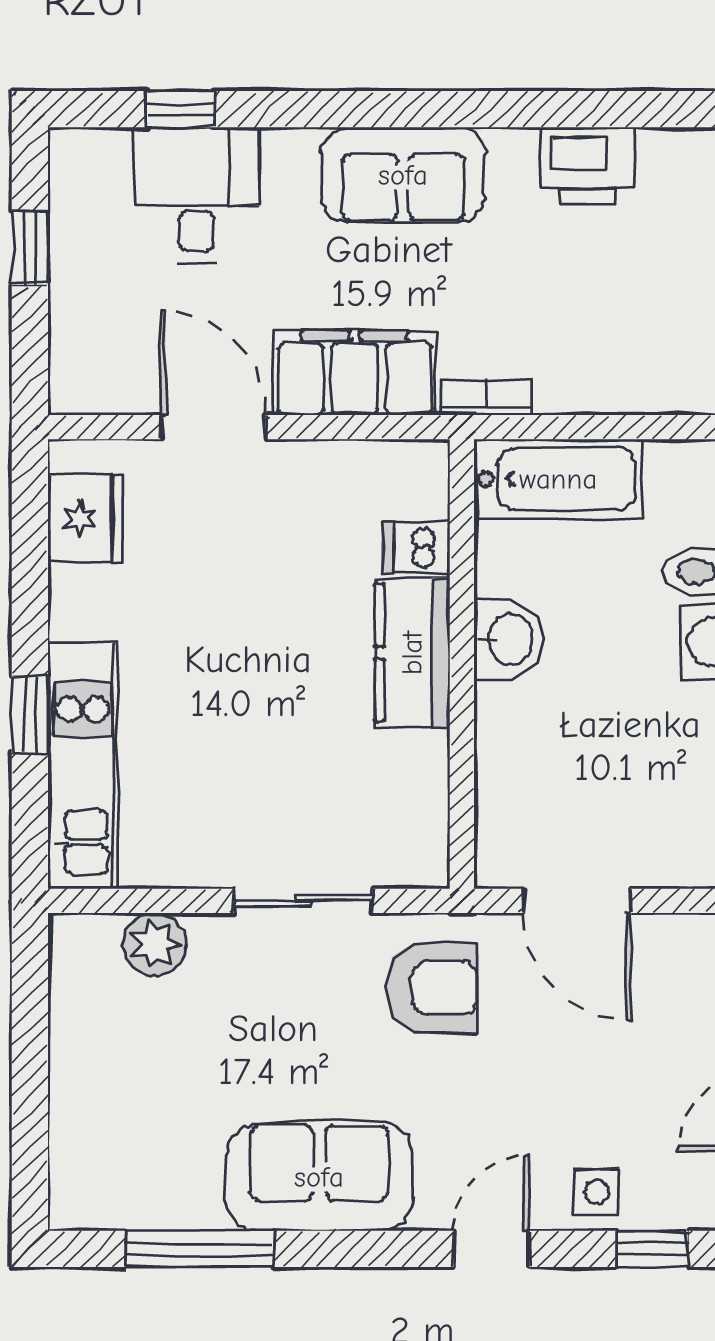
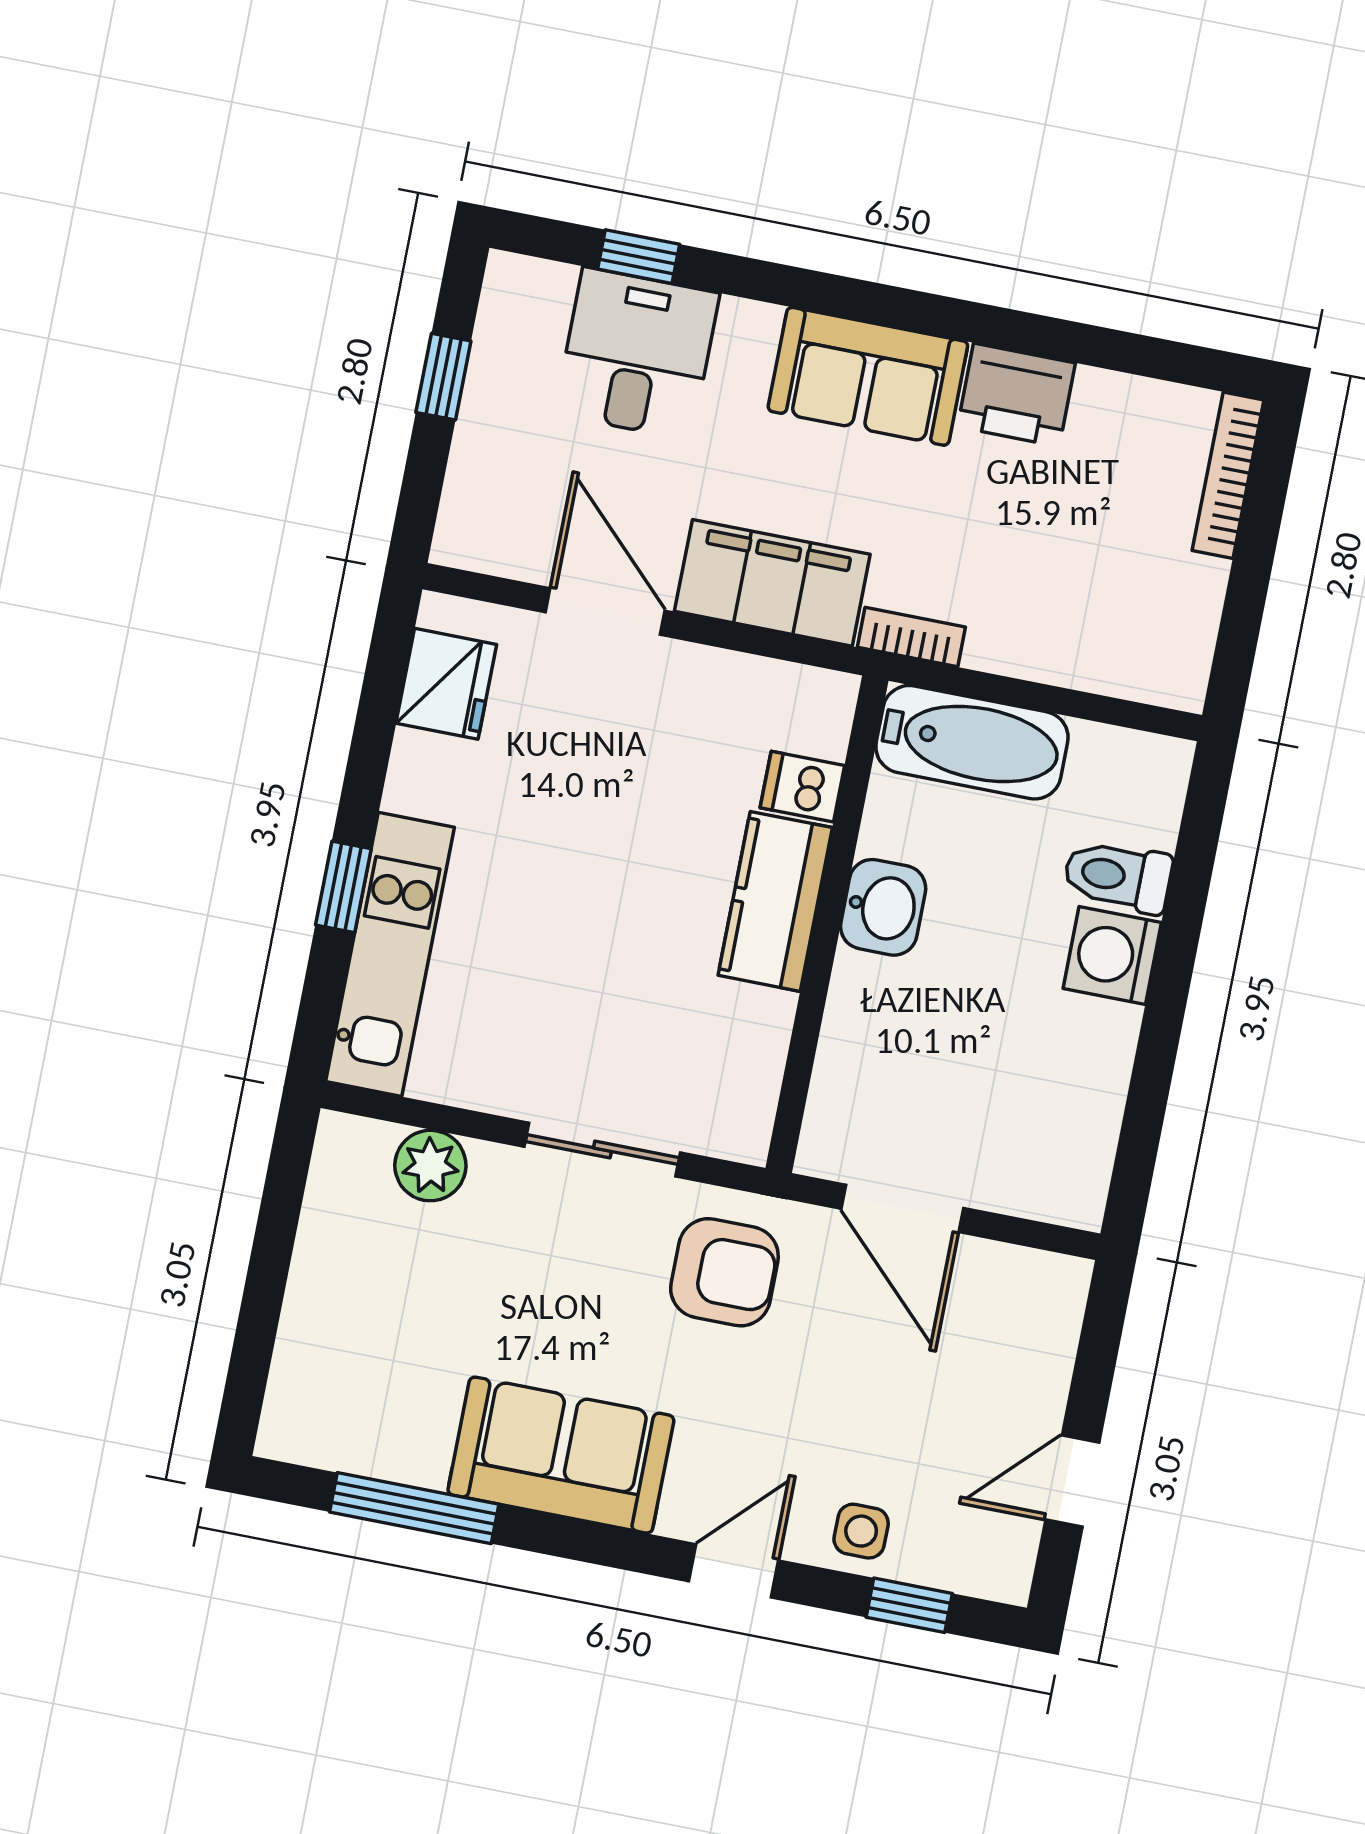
printer: (587, 165) -> (1016, 395), moved

